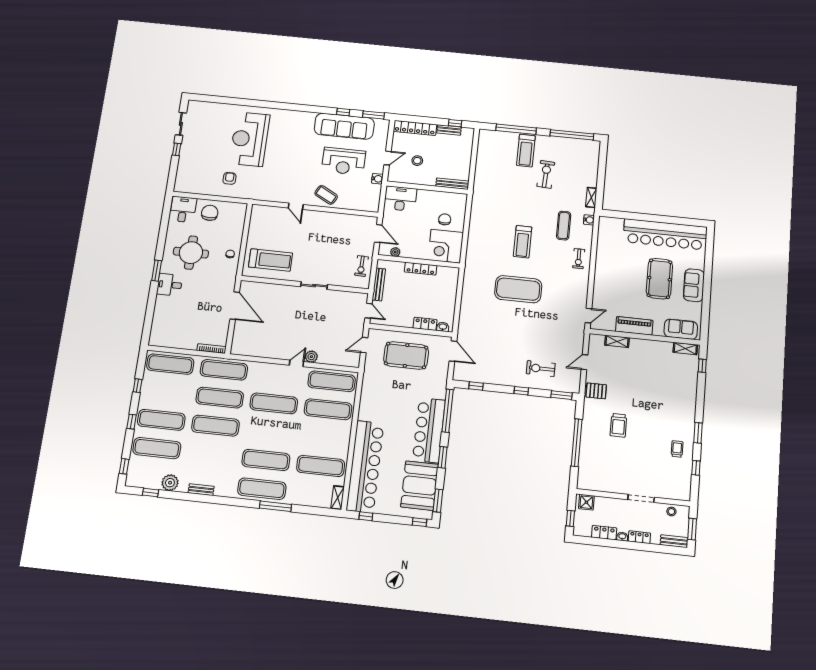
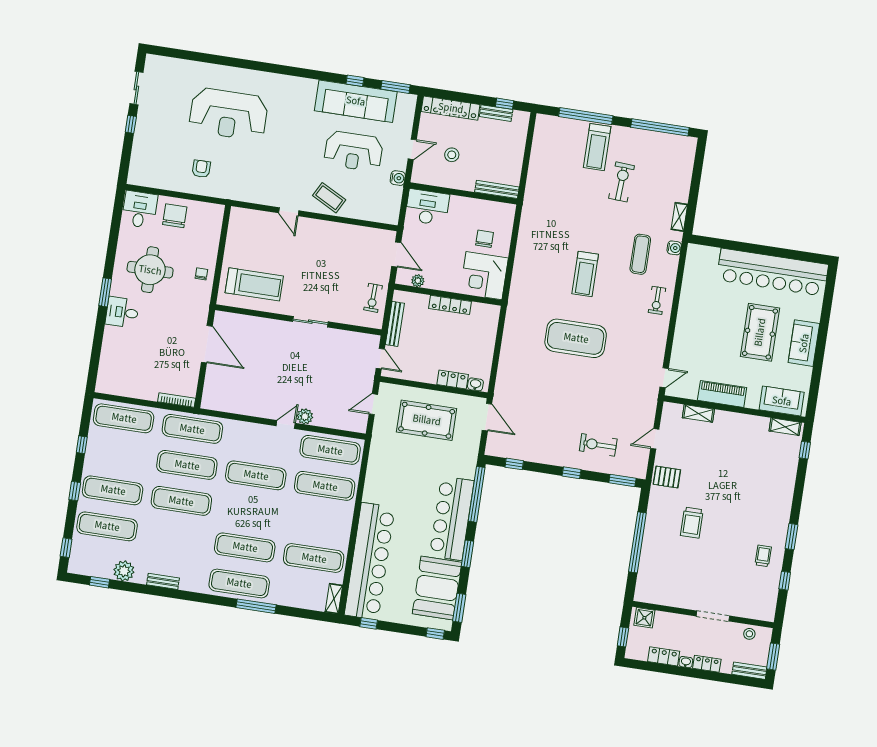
reception desk: (250, 139) -> (229, 114), turned -90

